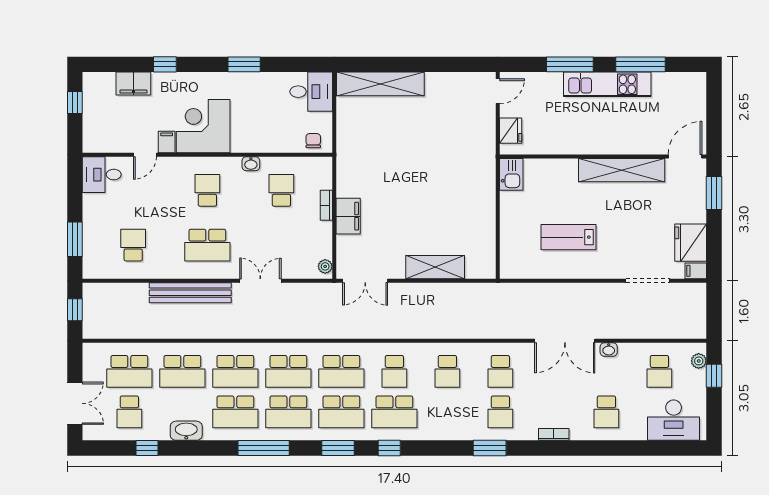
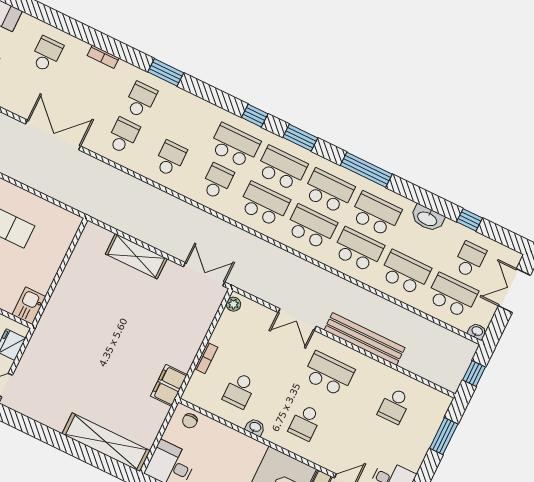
filing cabinet: (348, 216) -> (169, 385), moved
washbasin: (609, 350) -> (477, 331), moved

